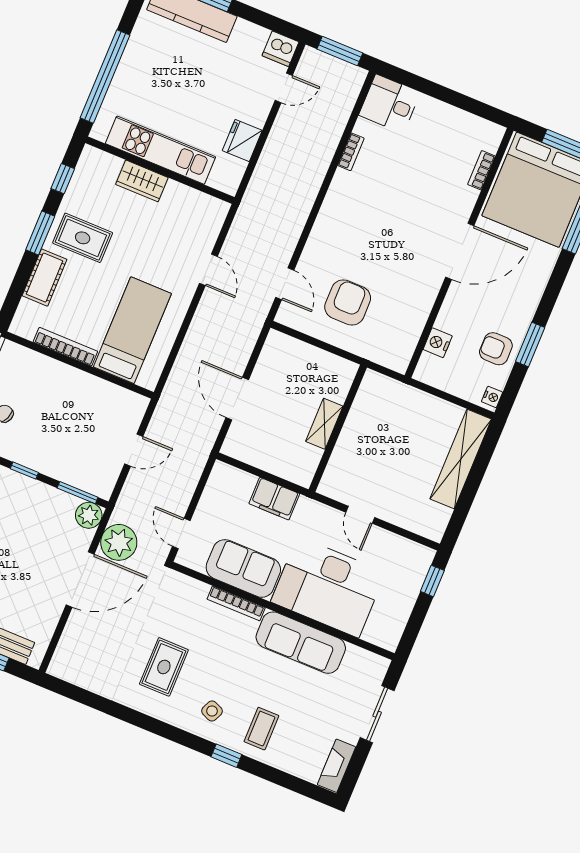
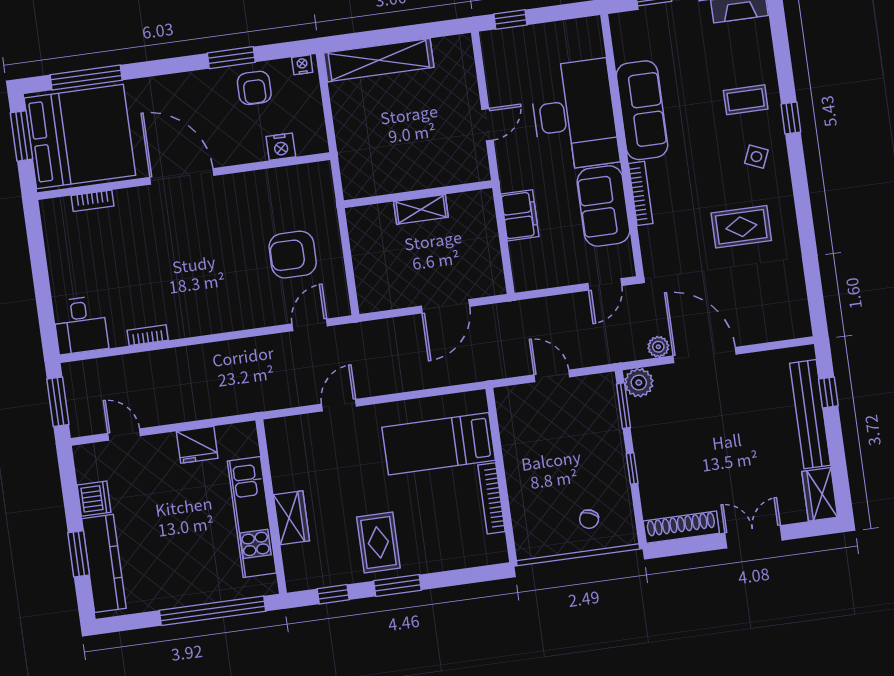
dishwasher: (280, 49) -> (94, 499), moved
cot: (45, 278) -> (437, 557), removed
plant: (119, 542) -> (658, 347), width x0.53, depth x0.53

